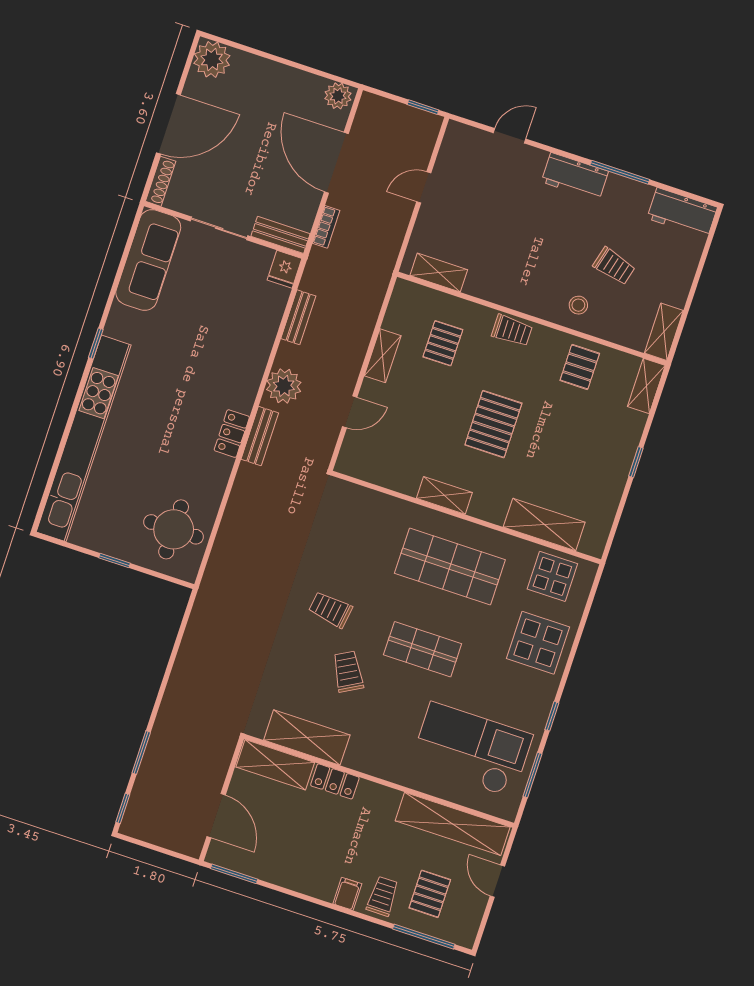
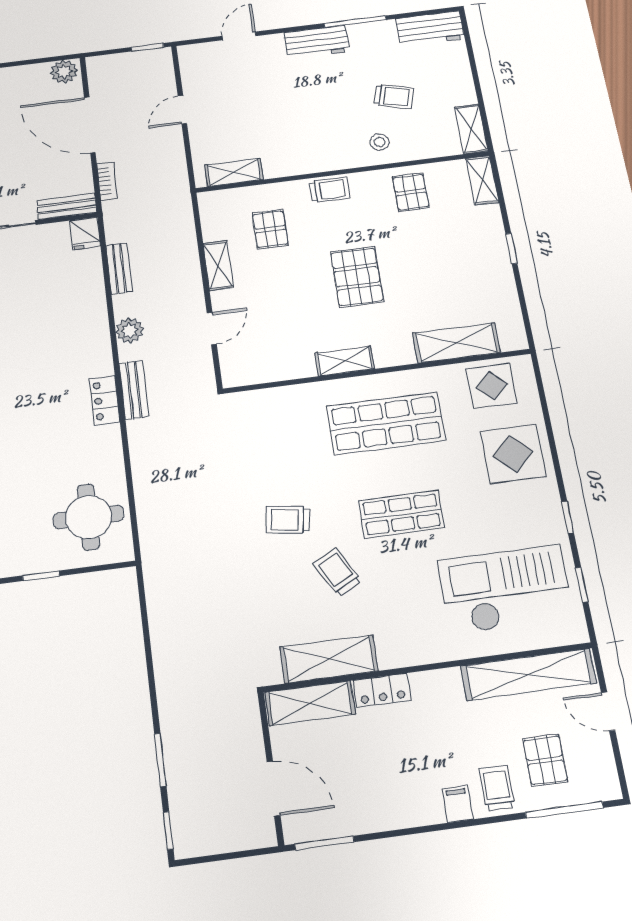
plant: (284, 386) -> (130, 331), width x0.73, depth x0.73
window: (532, 775) -> (582, 585), width x0.67

